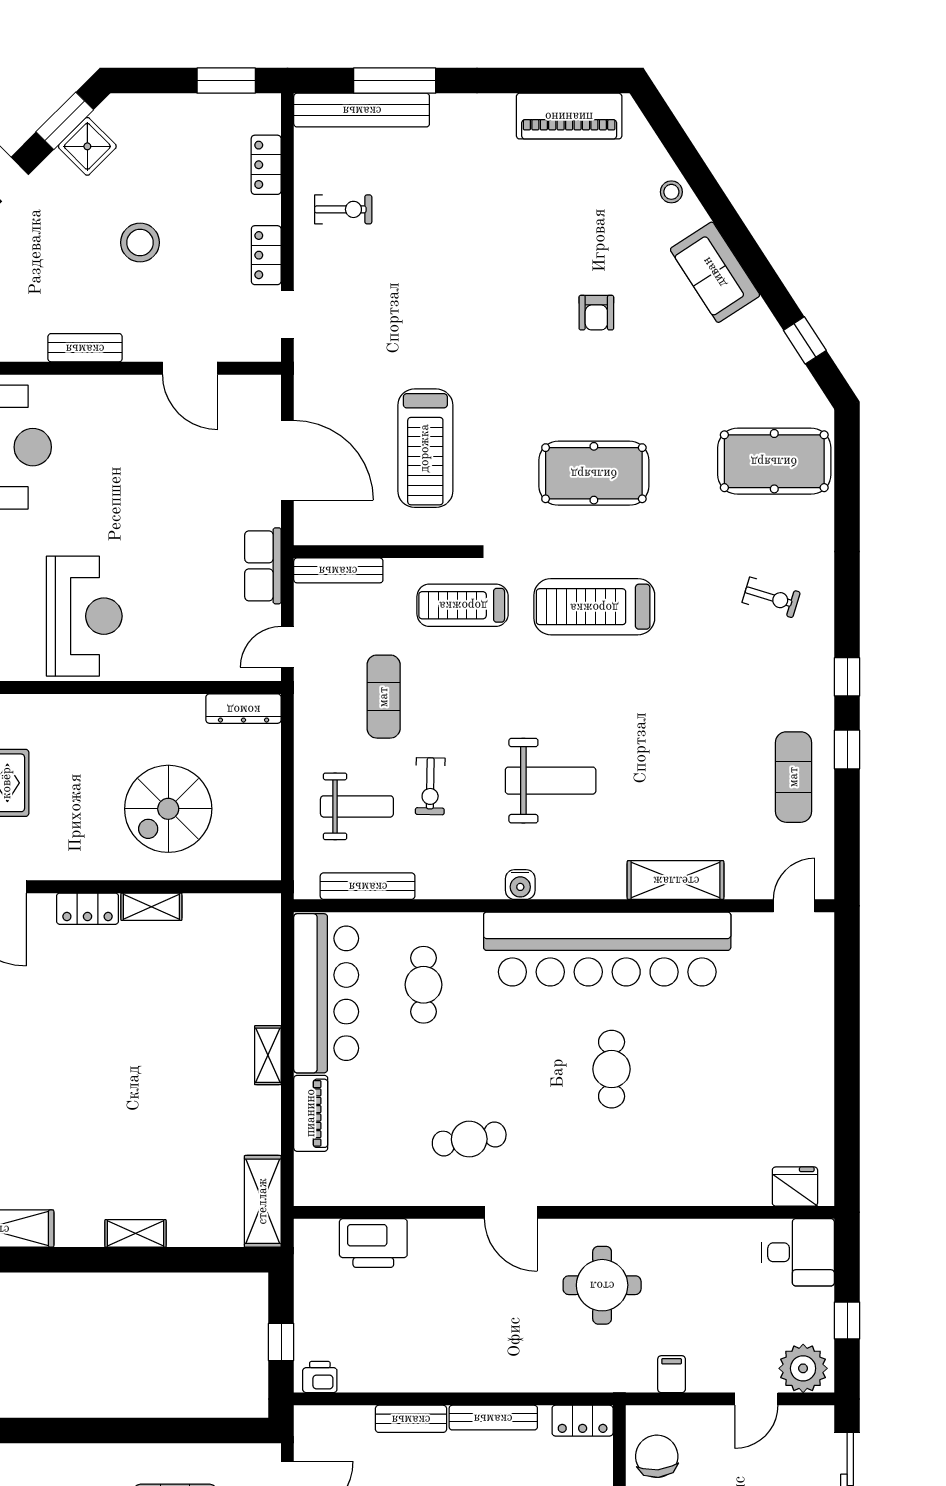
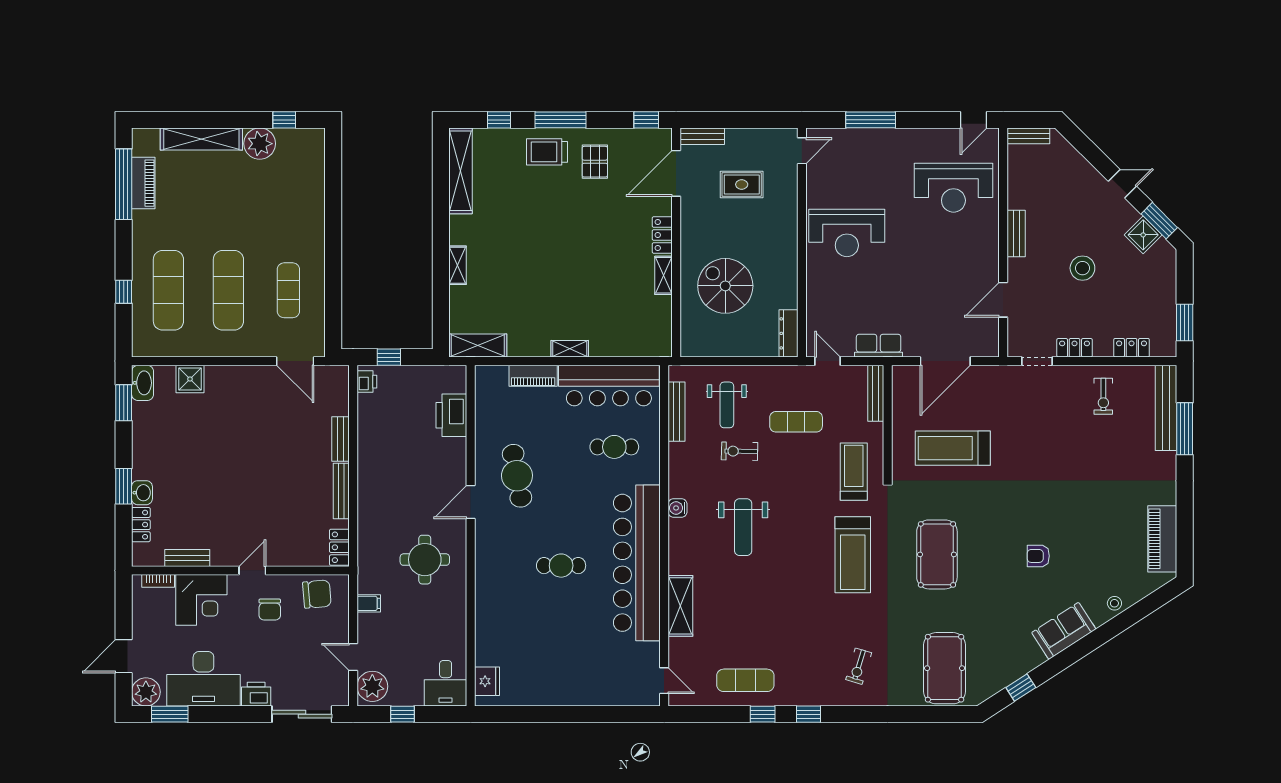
treadmill: (594, 607) -> (853, 555), turned 180
cafe table: (469, 1139) -> (517, 476), width x1.37, depth x1.35

